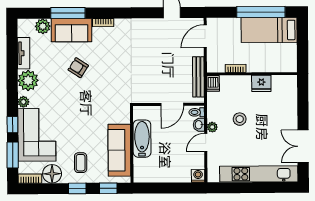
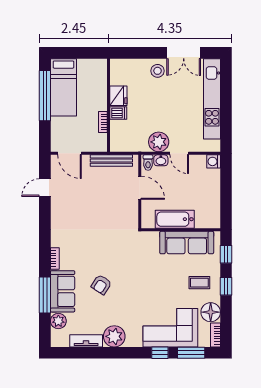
dishwasher: (213, 83) -> (118, 113), moved
plant: (23, 102) -> (136, 341), removed
stool: (240, 119) -> (158, 71), moved
plant: (212, 127) -> (159, 142), width x1.88, depth x1.88

